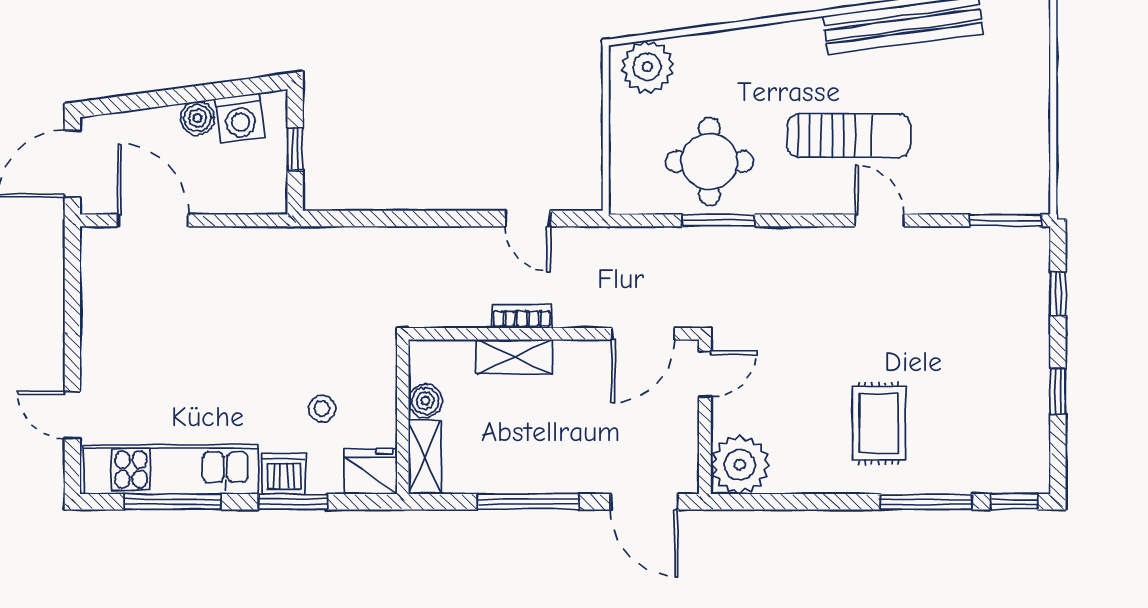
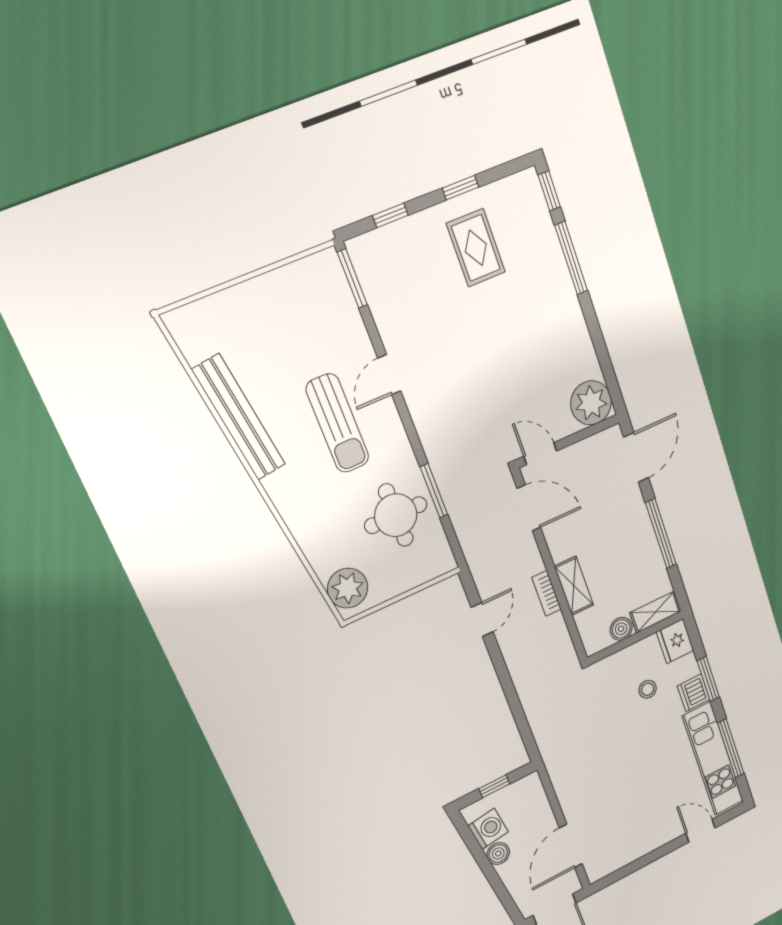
sun lounger: (849, 136) -> (338, 423), turned 180
door: (72, 415) -> (701, 831), swing flipped
rug: (879, 423) -> (476, 248), moved, turned 90

